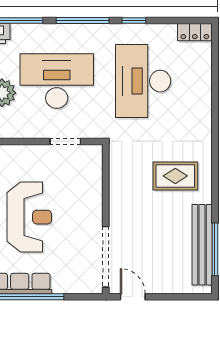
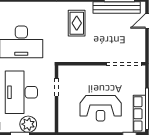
reception desk: (29, 217) -> (101, 108), turned 180
door: (133, 297) -> (147, 21), moved

